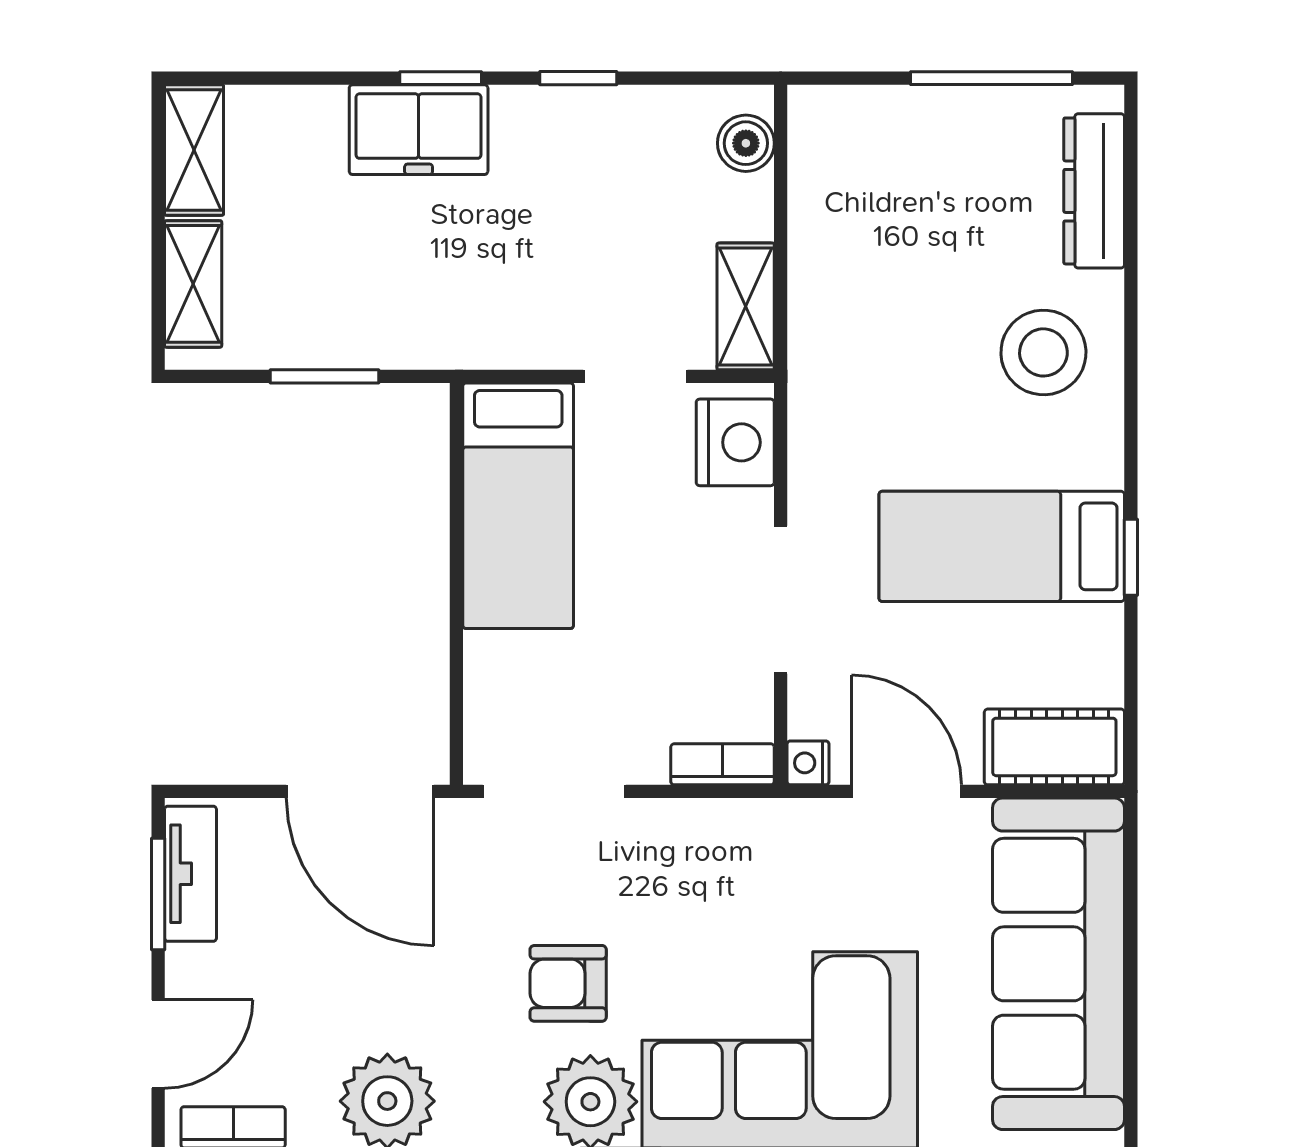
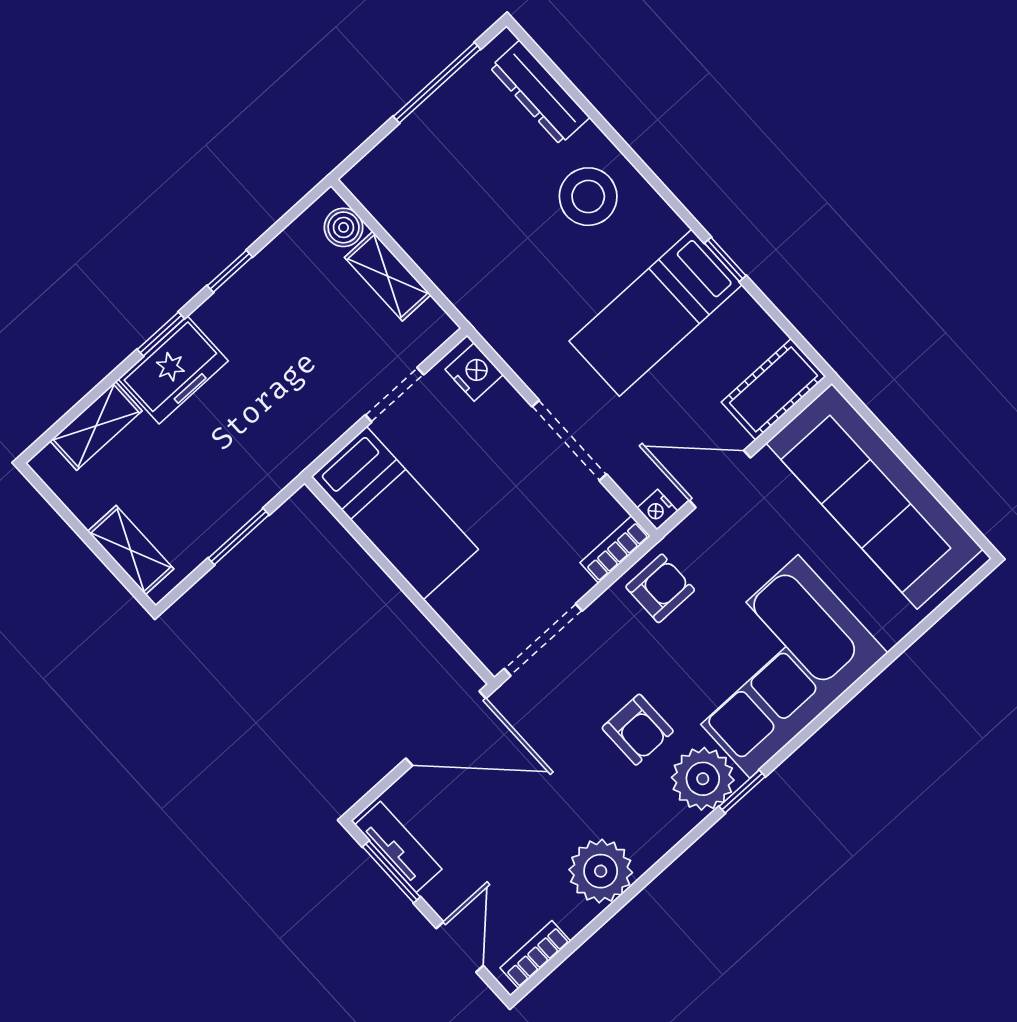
shelving: (194, 150) -> (96, 426), moved, turned 90
shelving: (746, 306) -> (388, 276), moved
nightstand: (735, 442) -> (474, 372), width x0.74, depth x0.75
armchair: (733, 852) -> (660, 588), added
armchair: (568, 983) -> (638, 730), turned -90

